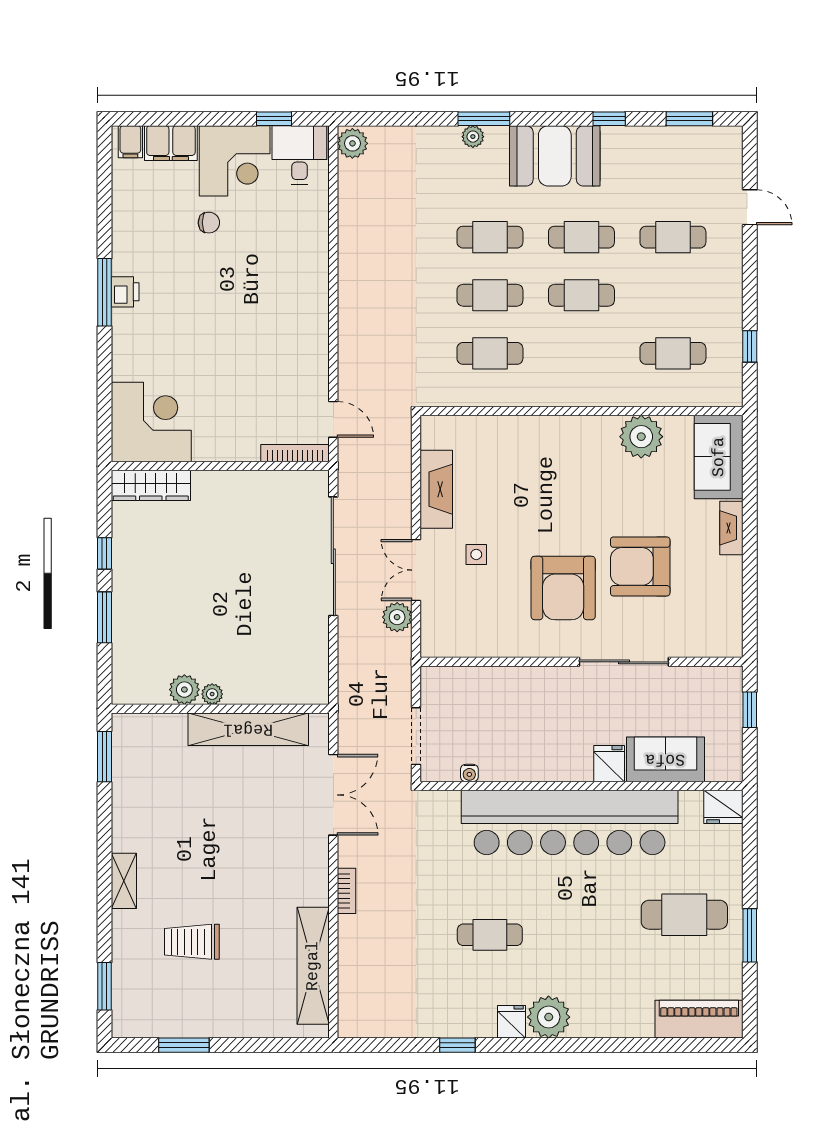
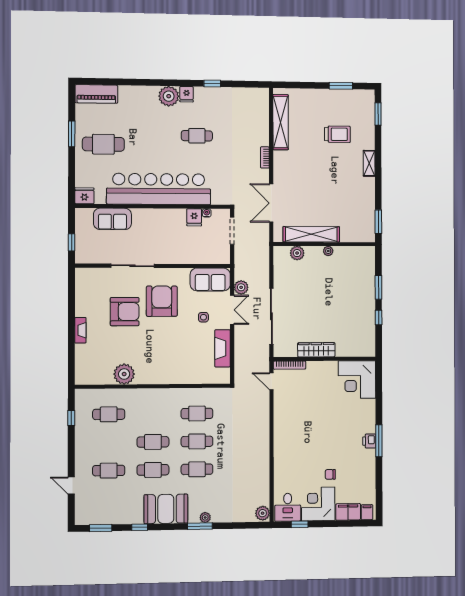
sofa: (719, 457) -> (210, 279), moved, turned 90
wardrobe: (151, 485) -> (316, 350), moved
plant: (184, 690) -> (297, 253), moved
fridge: (609, 764) -> (194, 217), moved

